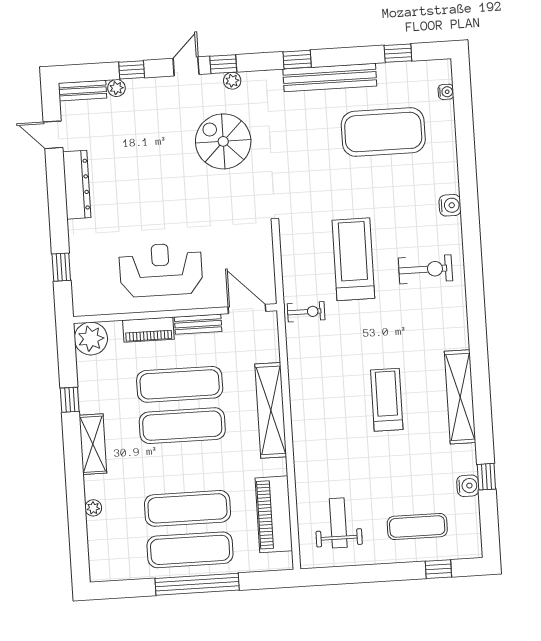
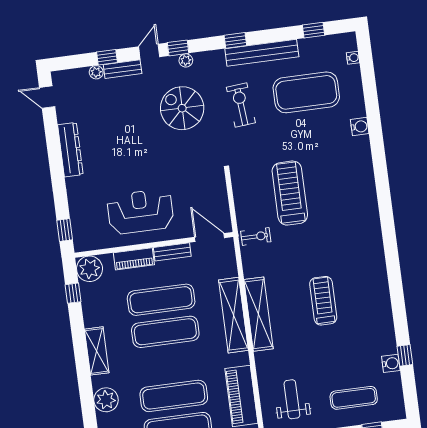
bench: (82, 91) -> (123, 69), moved
door: (53, 135) -> (47, 97), moved
water cooler: (450, 205) -> (360, 127), moved
window: (61, 267) -> (65, 230), moved
exercise bike: (425, 269) -> (241, 105), moved, turned -95
shelving: (460, 397) -> (259, 314), moved
window: (70, 400) -> (73, 293), moved
plant: (93, 508) -> (106, 400), width x1.88, depth x1.88

